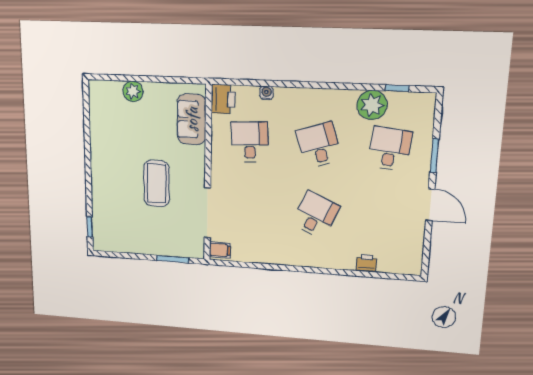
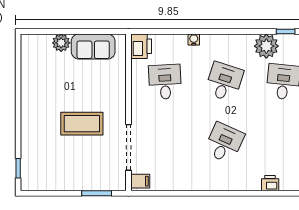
water cooler: (266, 93) -> (194, 40), moved
sofa: (192, 119) -> (93, 46), moved, turned -90
desk: (319, 145) -> (224, 82), turned 36
coffee table: (156, 184) -> (82, 124), turned 90

